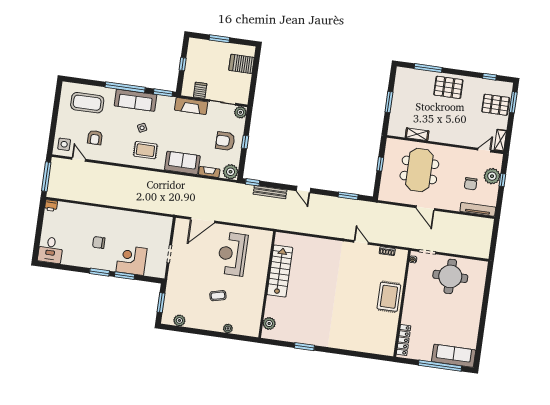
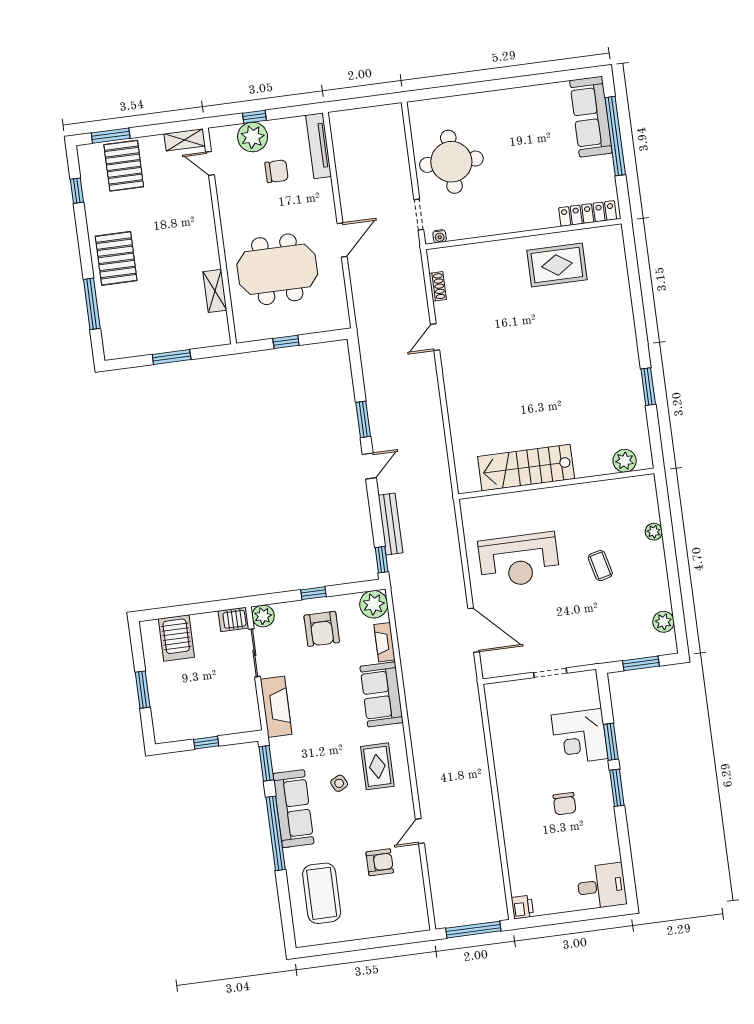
server rack: (200, 90) -> (233, 619), moved
side table: (64, 144) -> (407, 914), removed
door: (79, 159) -> (420, 831), moved
window: (348, 196) -> (363, 419), moved
rug: (389, 297) -> (557, 265), moved

